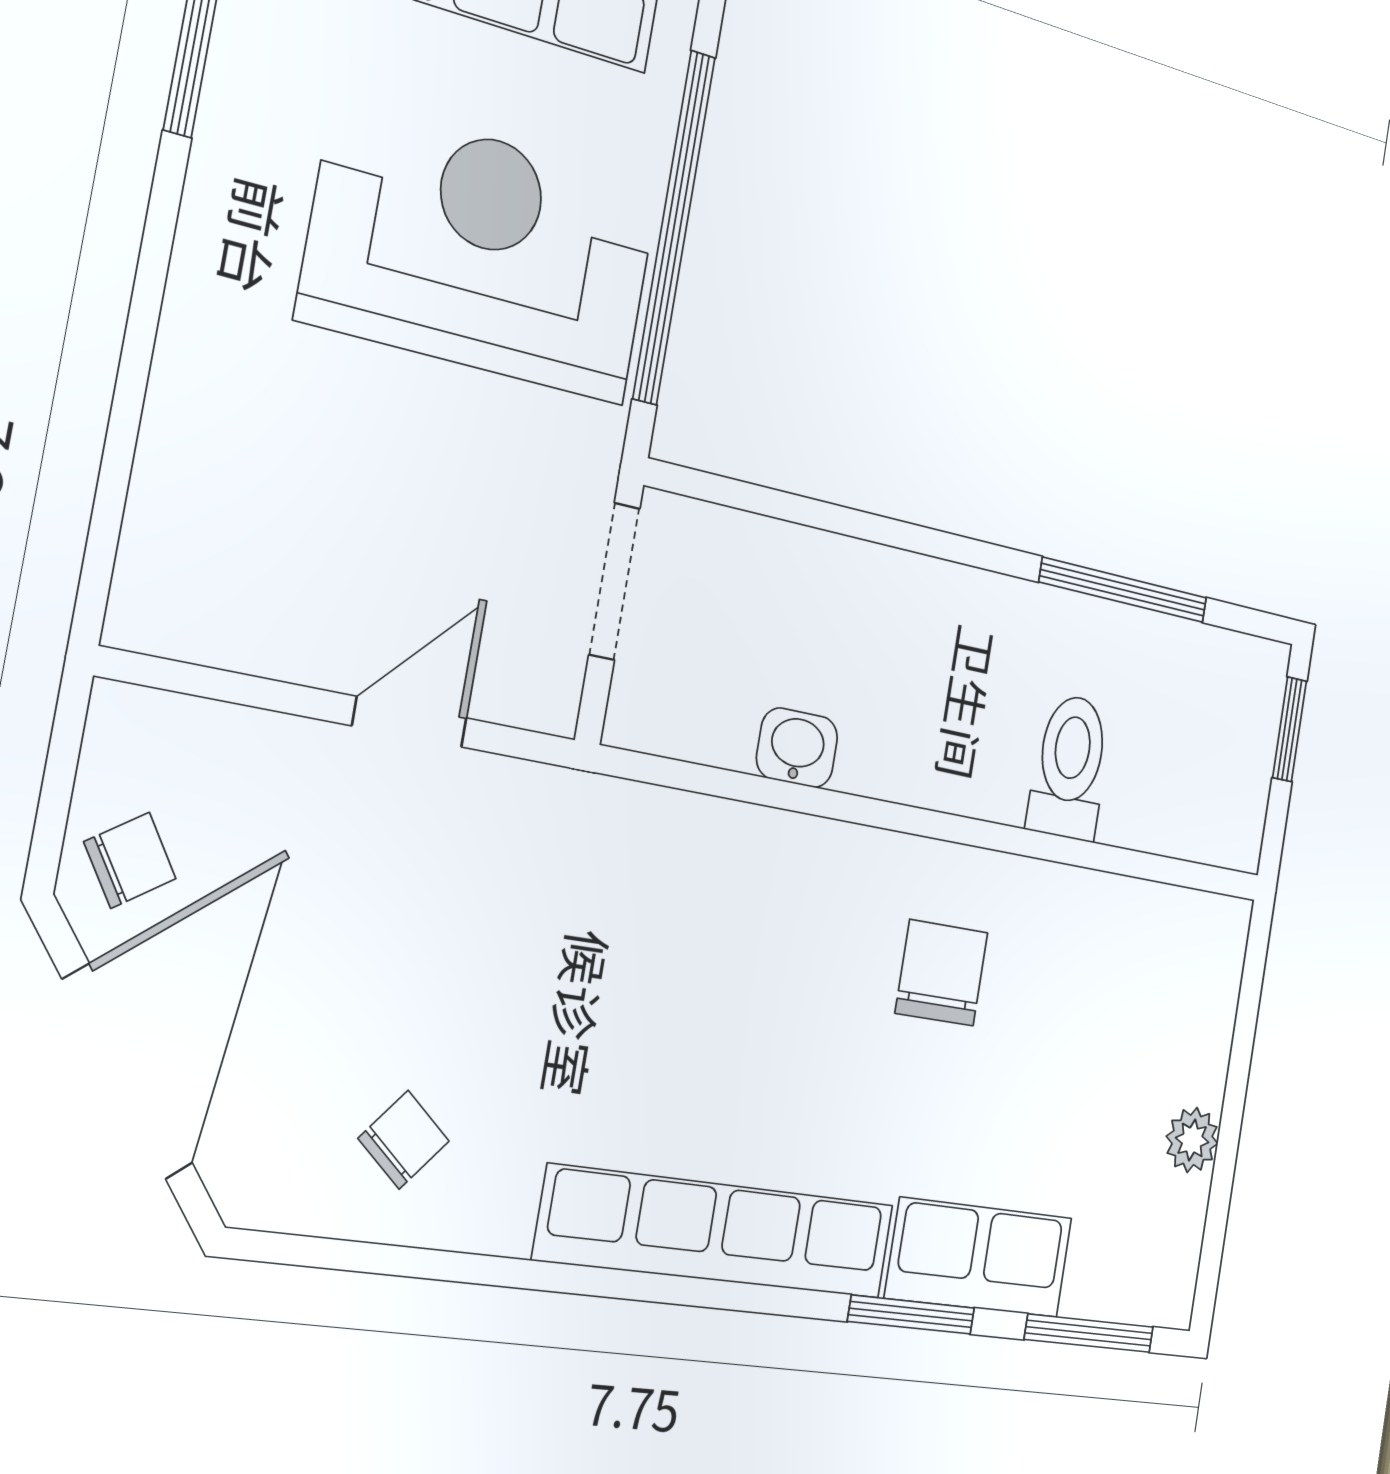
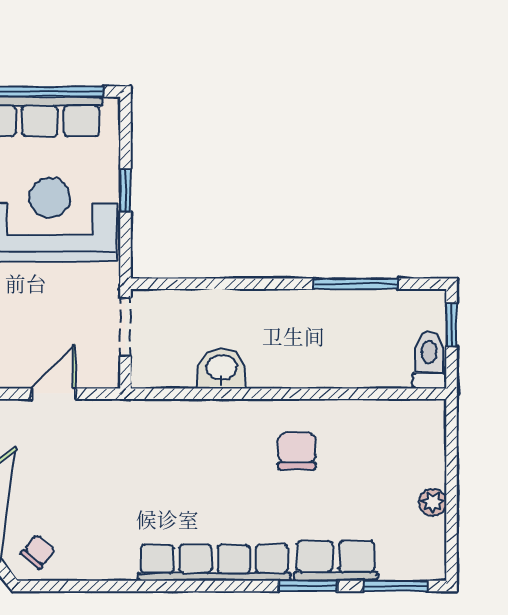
window: (674, 227) -> (125, 190), width x0.32
washbasin: (797, 748) -> (222, 368), width x1.38, depth x1.45
toilet: (1070, 767) -> (429, 360), moved
chair: (404, 1140) -> (38, 552), moved

